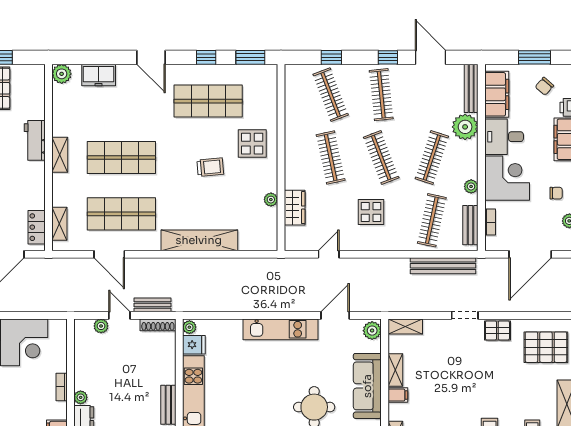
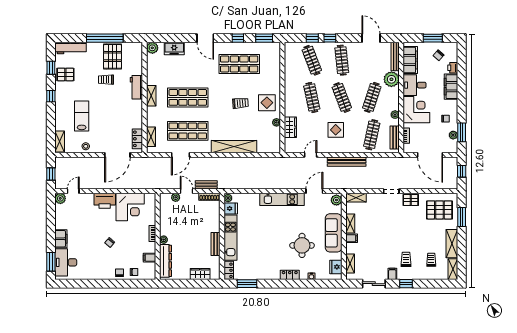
window: (388, 57) -> (330, 38), moved
display table: (252, 144) -> (267, 103), moved
door: (109, 254) -> (181, 155), hinge flipped
door: (530, 254) -> (430, 155), hinge flipped
bench: (443, 266) -> (347, 162), moved

